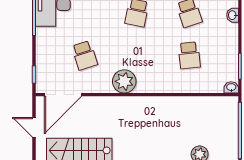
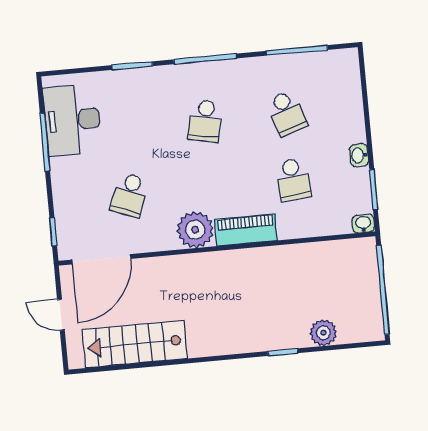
washbasin: (233, 15) -> (359, 155), moved
school desk: (85, 55) -> (129, 195), turned 39
piano: (156, 84) -> (246, 230), added

